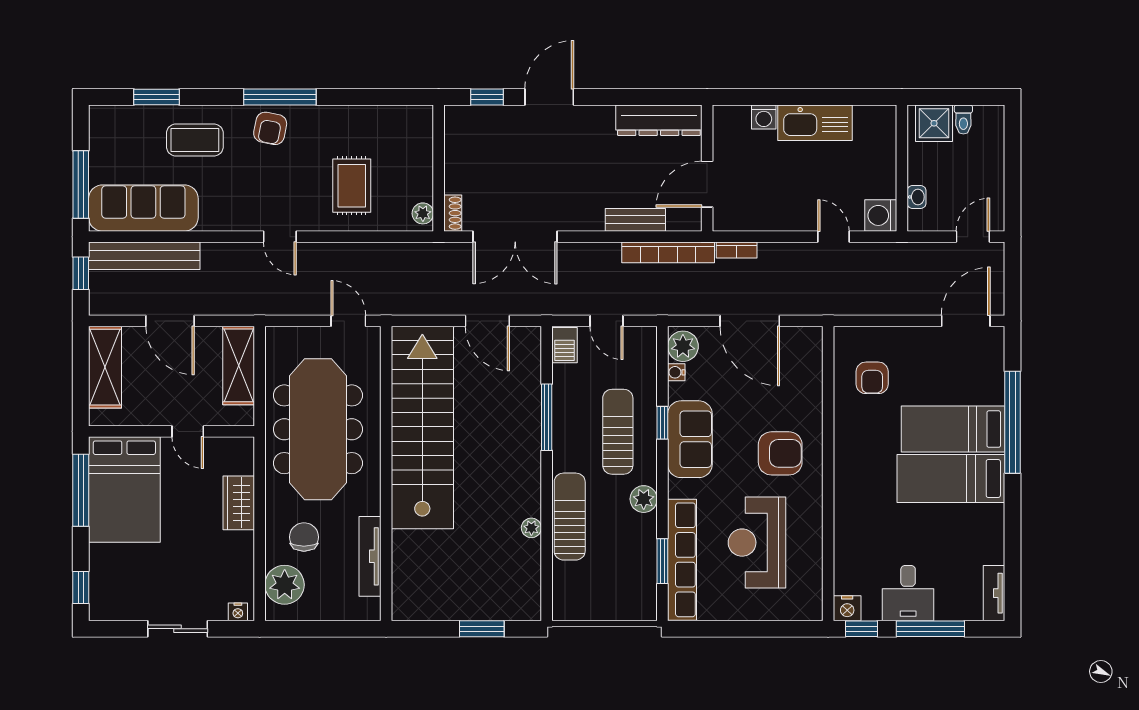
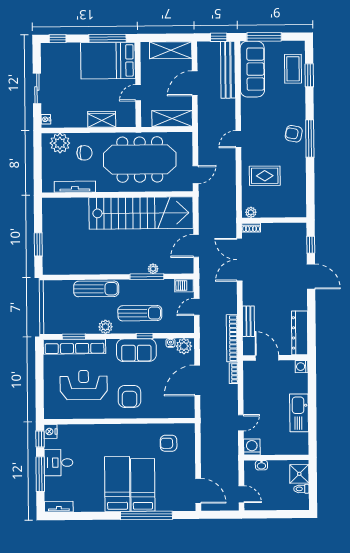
washing machine: (764, 117) -> (302, 367), moved
coffee table: (195, 140) -> (293, 69), moved
plant: (531, 528) -> (153, 269), moved

